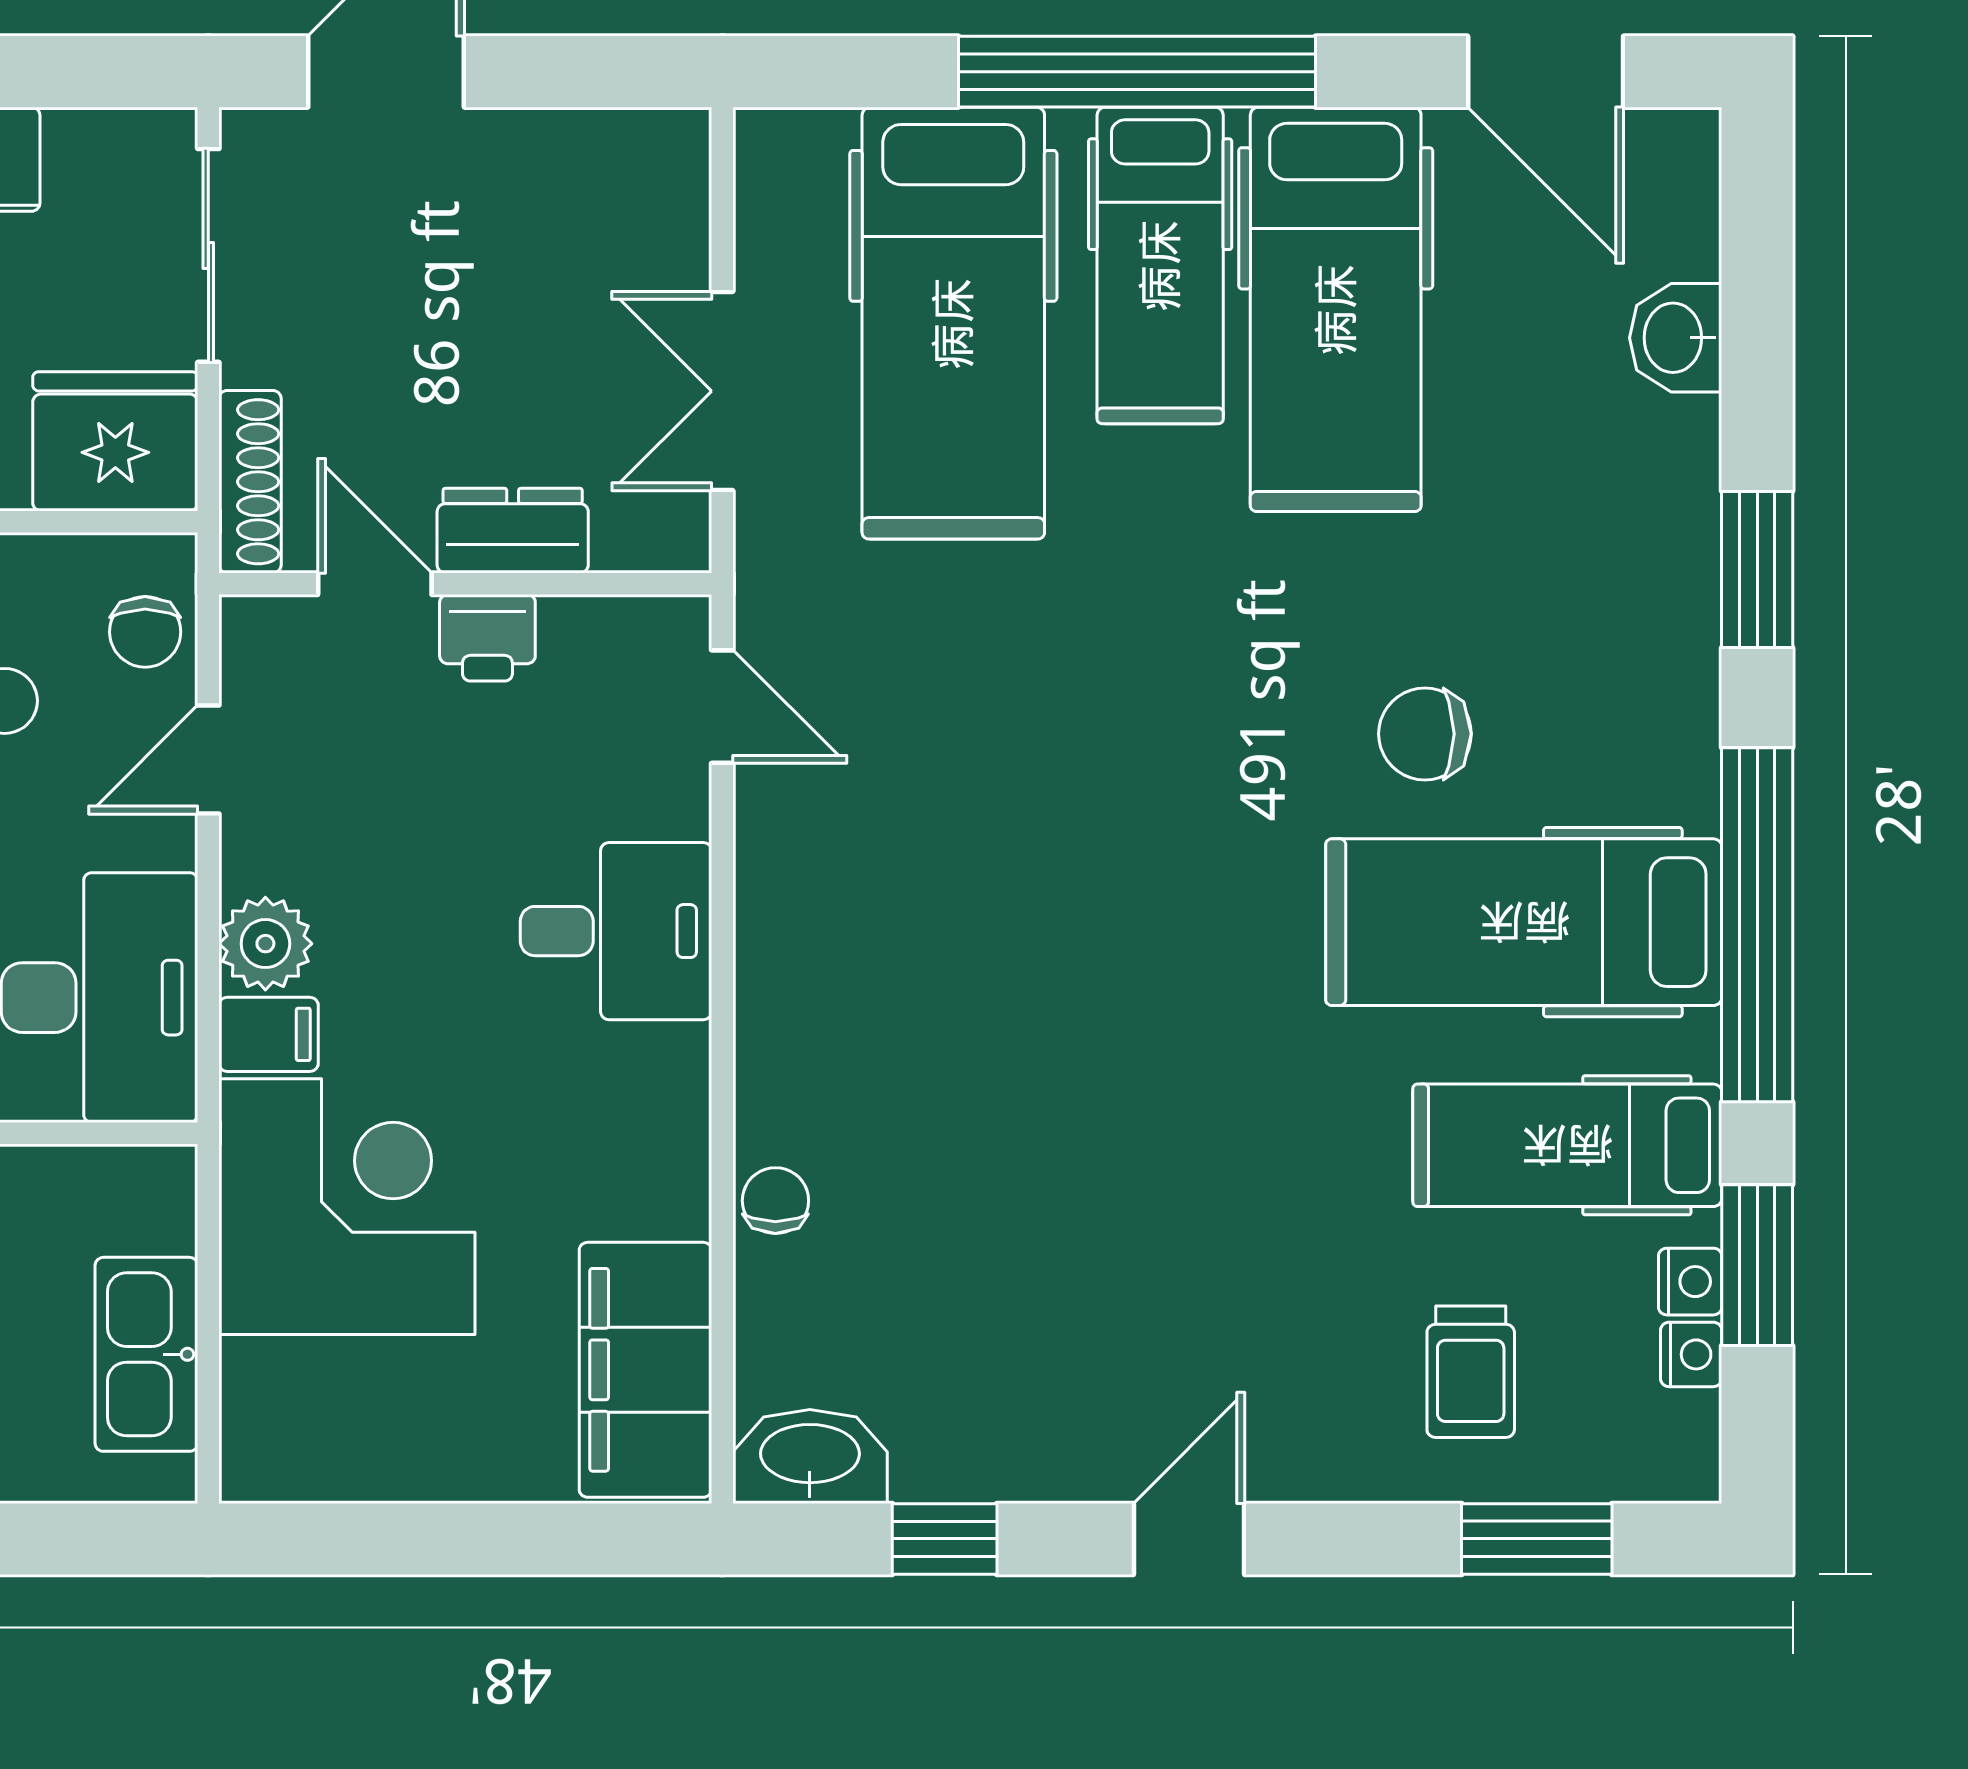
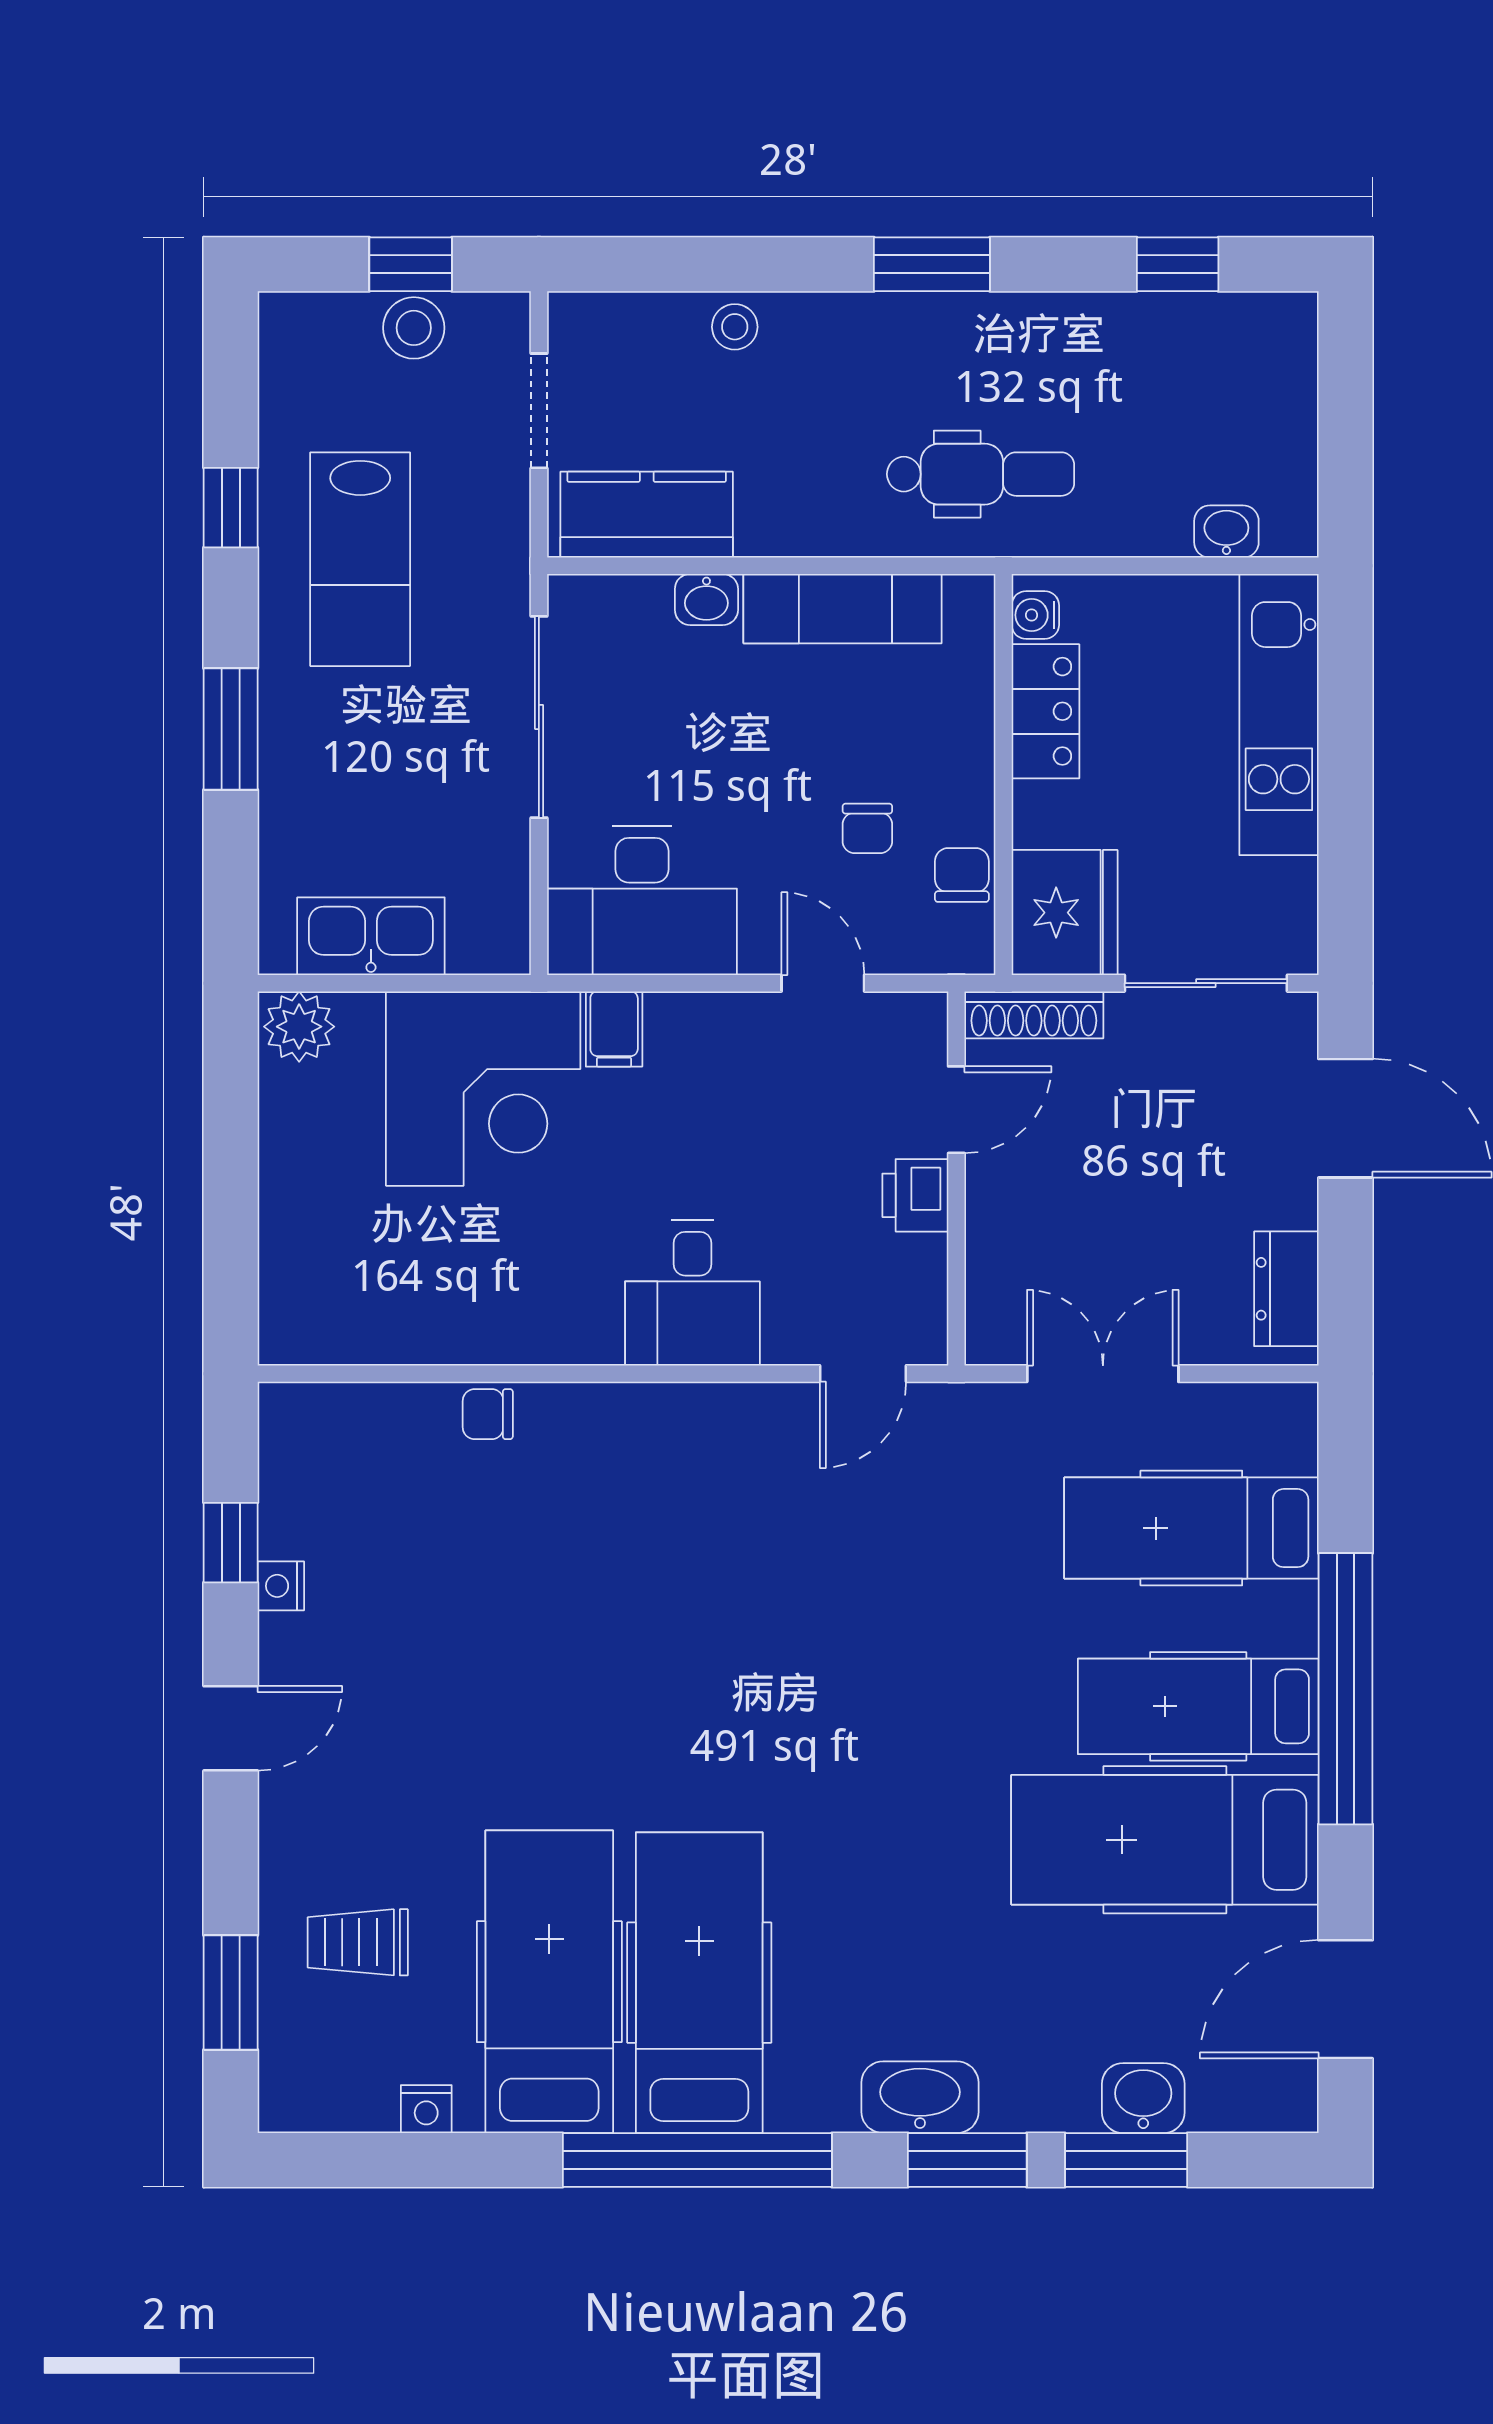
hospital bed: (953, 323) -> (1191, 1528), width x0.73, depth x0.78
dresser: (513, 531) -> (1286, 1289), moved, turned 180
chair: (145, 632) -> (962, 875), moved, turned 90
chair: (1425, 734) -> (842, 1908), removed
plant: (265, 944) -> (299, 1027), moved
hospital bed: (1567, 1145) -> (549, 1982), width x1.37, depth x1.29
chair: (775, 1201) -> (488, 1414), turned 180
window: (1757, 1265) -> (1126, 2160), moved
nightstand: (1691, 1354) -> (281, 1586), moved, turned 90
filing cabinet: (645, 1370) -> (359, 1315), removed
washbasin: (810, 1456) -> (920, 2097), moved, turned -90
door: (1189, 1539) -> (231, 1728), hinge flipped

